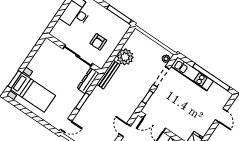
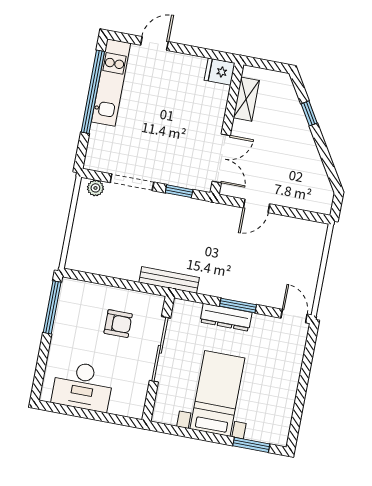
plant: (125, 57) -> (124, 263), removed
kitchen unit: (192, 74) -> (111, 83), moved
dresser: (88, 81) -> (226, 317), moved
bed with nightstands: (33, 92) -> (217, 393), moved

